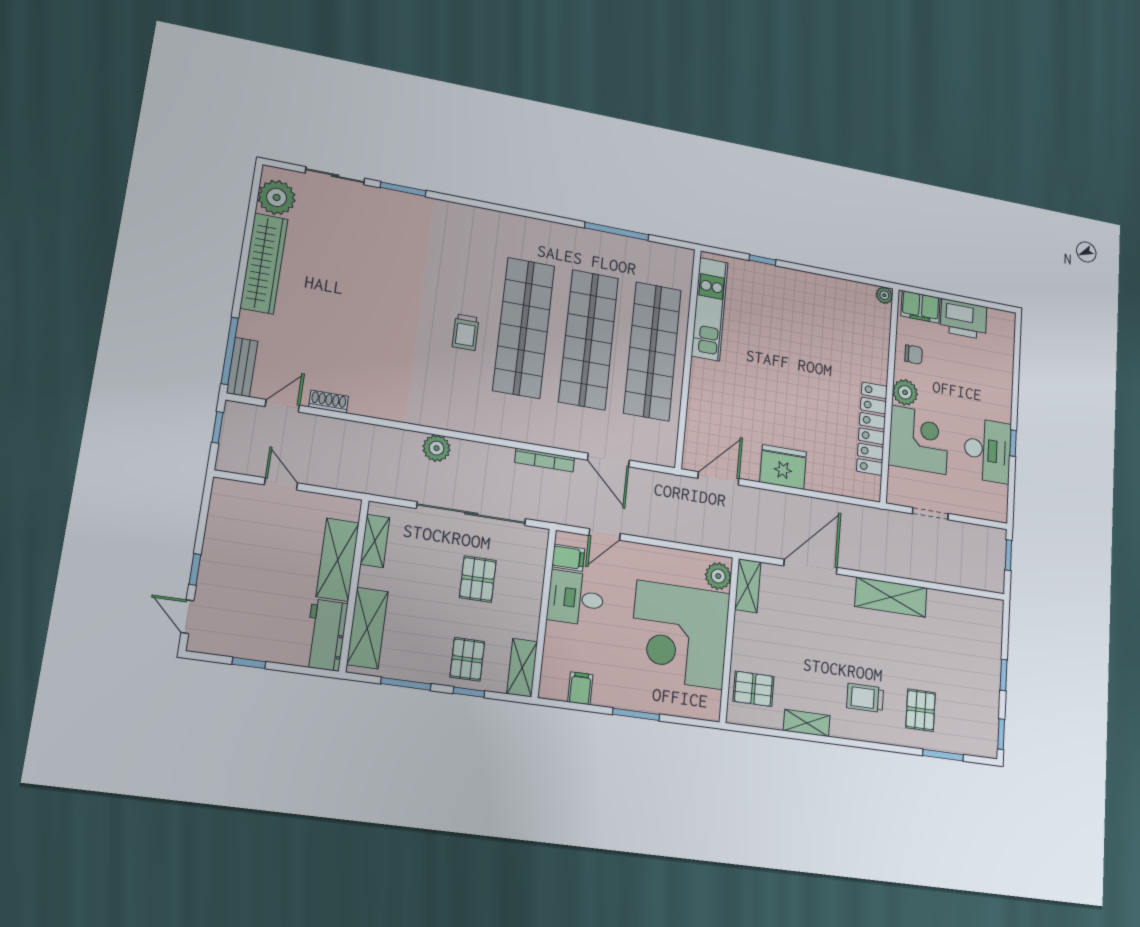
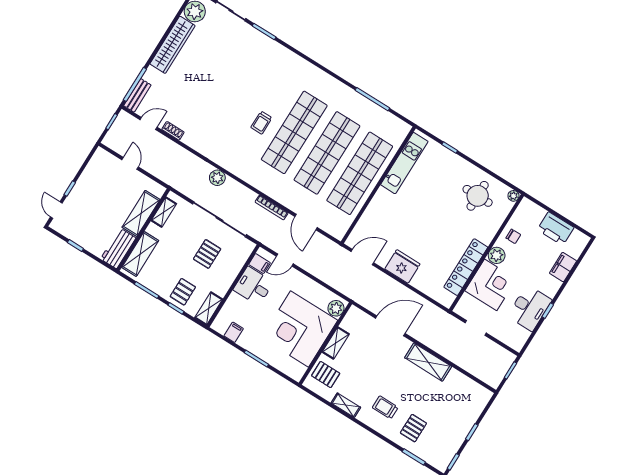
filing cabinet: (921, 307) -> (563, 267), moved, turned 90
round table: (836, 316) -> (478, 196), added
shelving: (748, 586) -> (336, 343), moved

